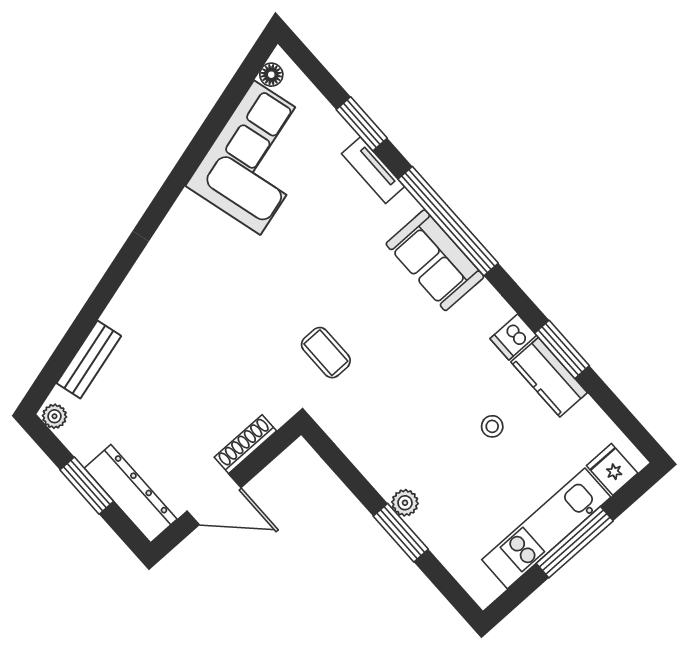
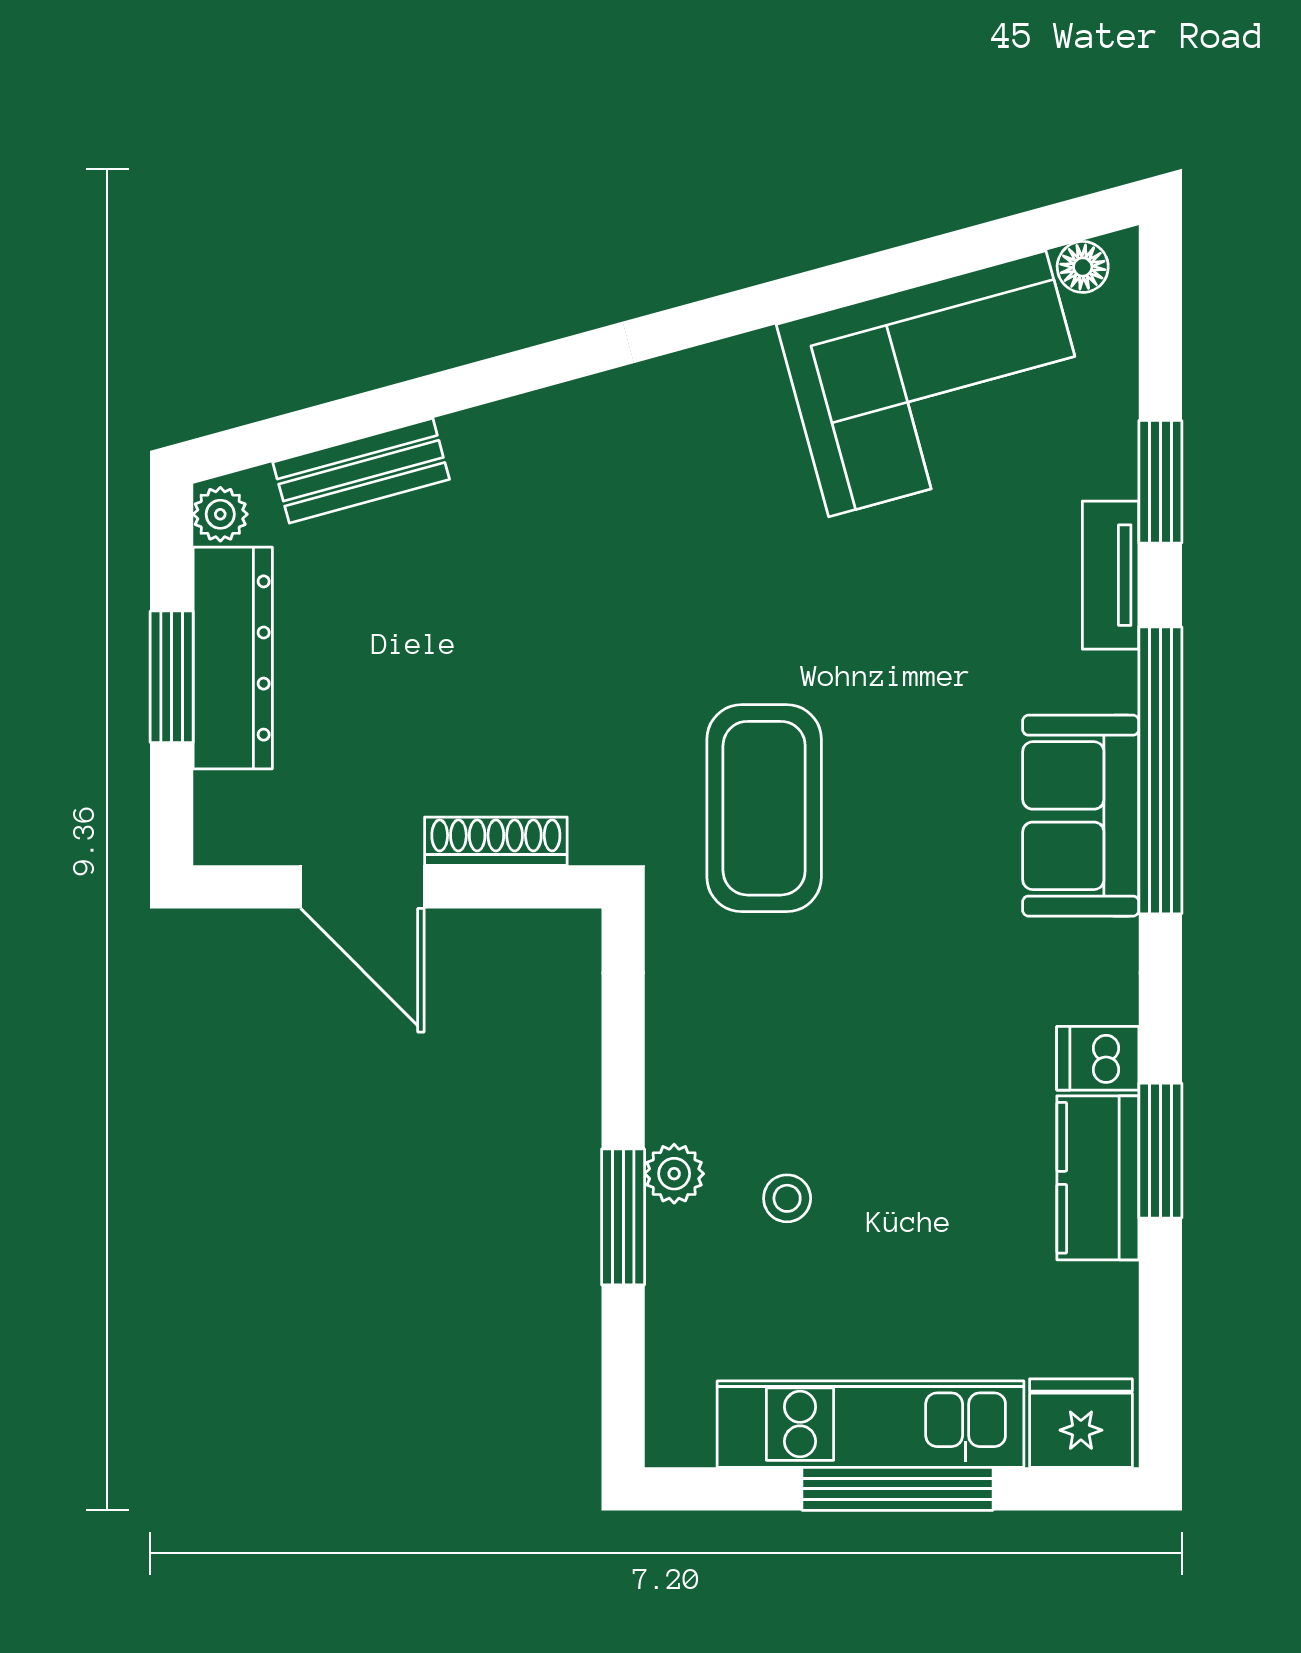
coffee table: (326, 353) -> (764, 808), width x1.86, depth x1.72
stool: (492, 426) -> (787, 1198), moved
fridge: (612, 469) -> (1081, 1423), width x1.38
dresser: (131, 494) -> (233, 658), moved

